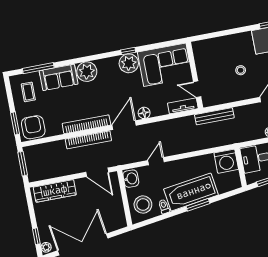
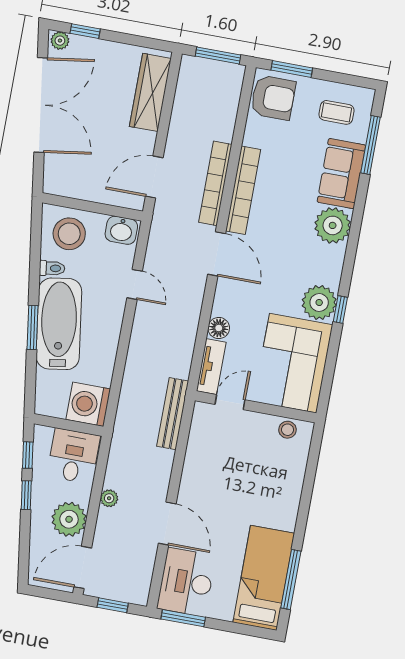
stool: (241, 70) -> (287, 430), moved
floor lamp: (144, 113) -> (219, 328), moved

